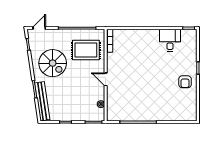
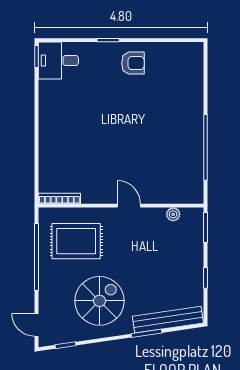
desk: (170, 40) -> (58, 61), moved
rug: (86, 50) -> (76, 241), turned 90
door: (106, 79) -> (129, 206), swing flipped

